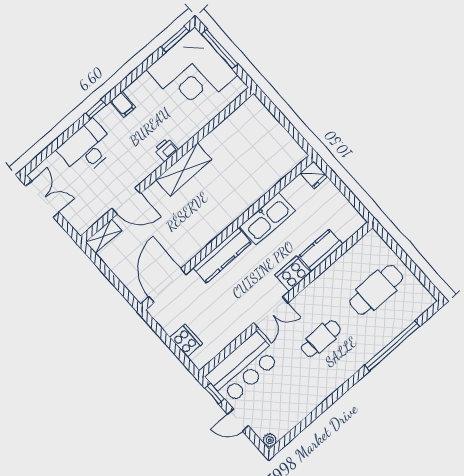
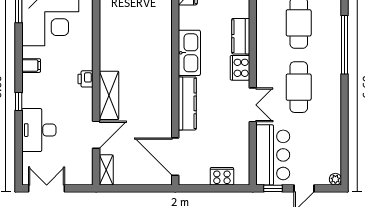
filing cabinet: (123, 104) -> (31, 66), moved
shelving: (184, 170) -> (109, 95), moved
cafe table: (321, 339) -> (299, 87), width x1.37, depth x1.35

